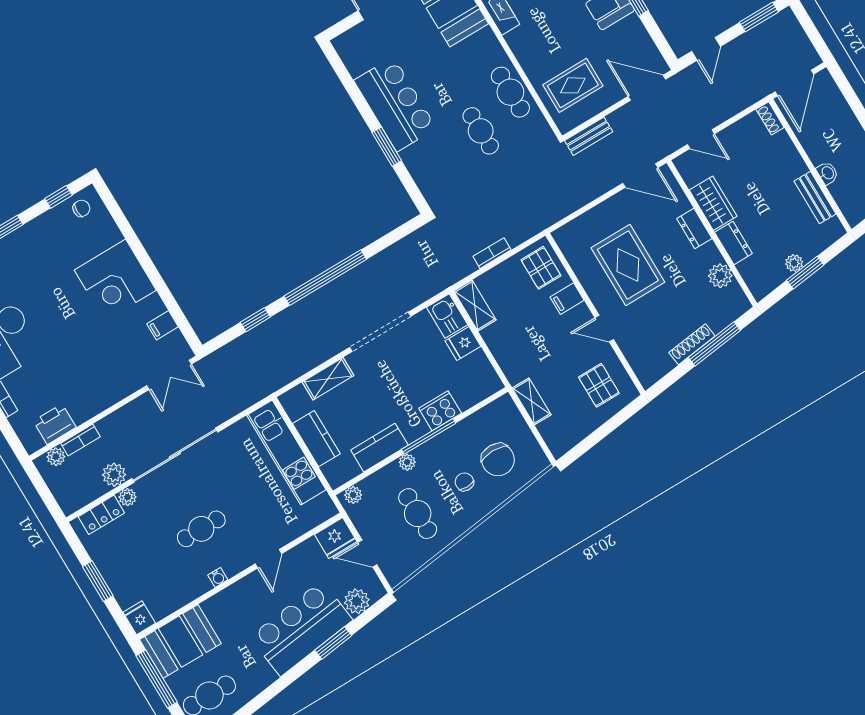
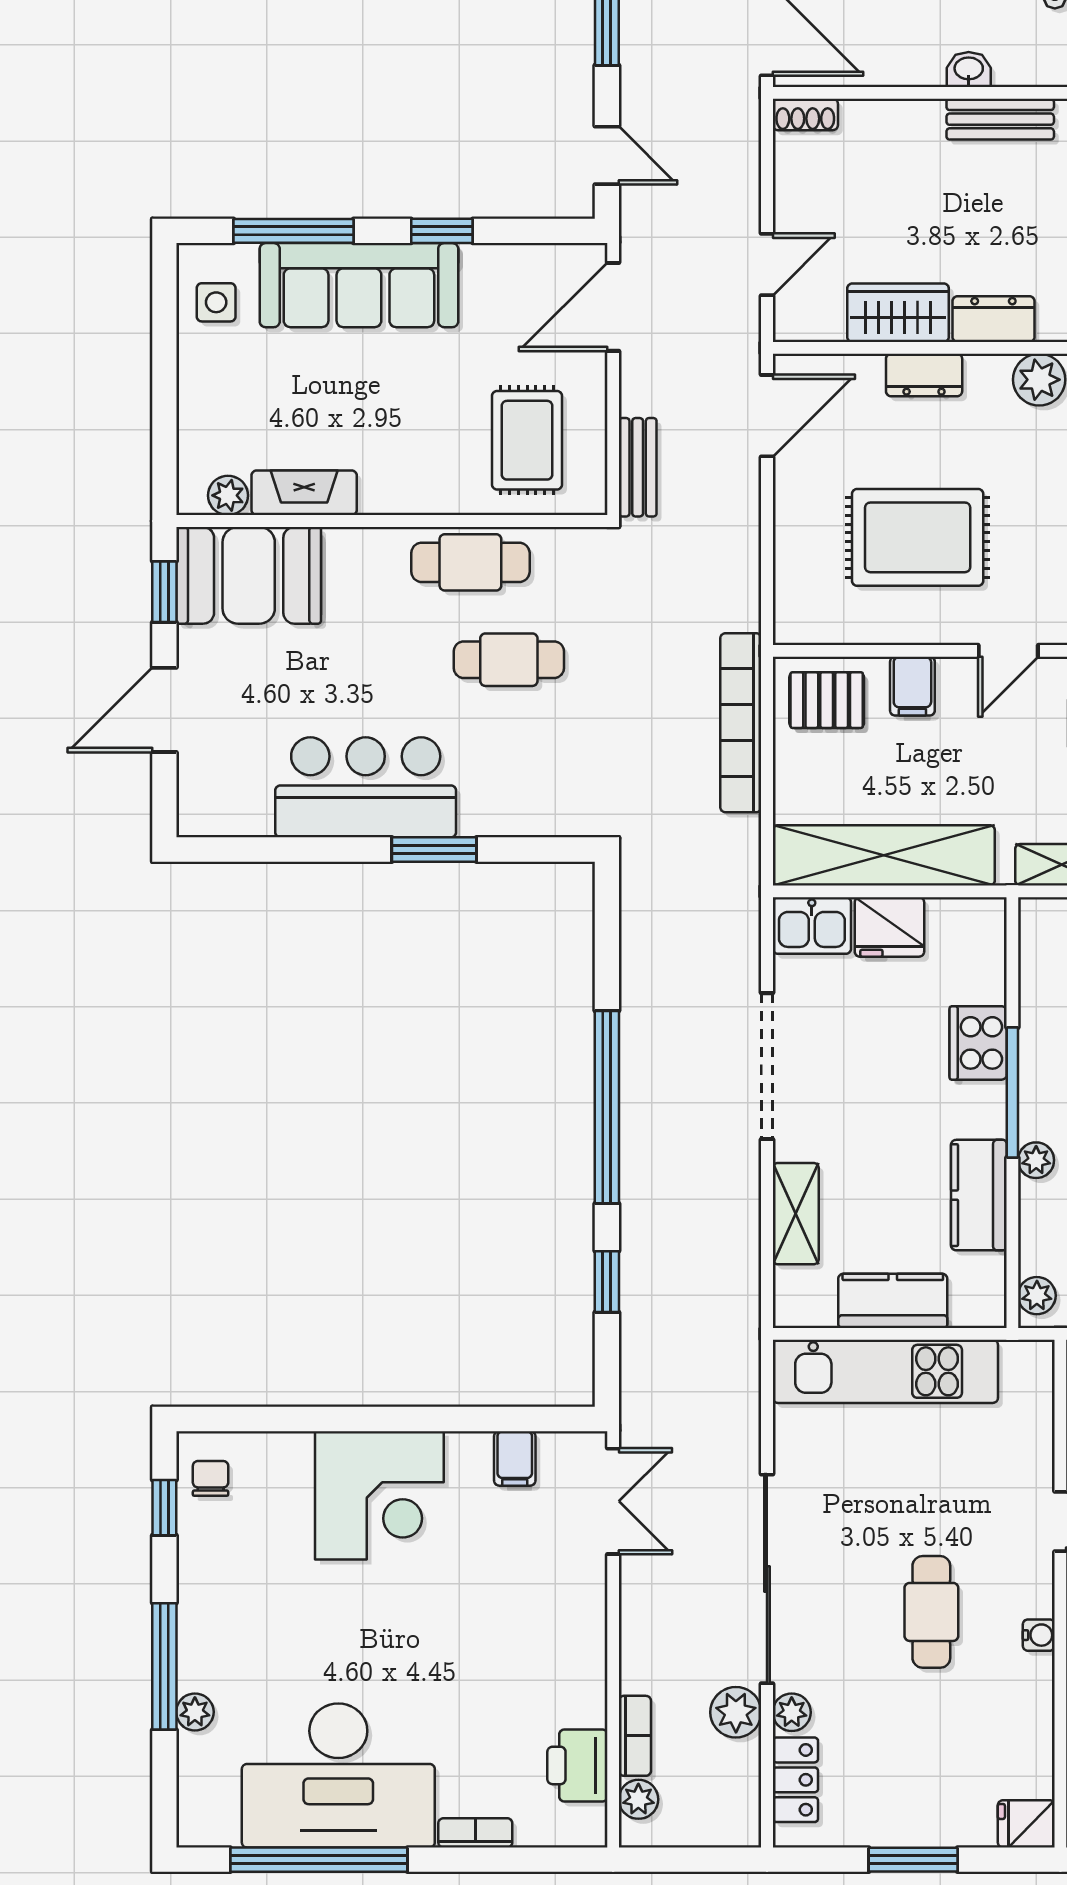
bookcase: (492, 253) -> (741, 723), width x2.31, depth x1.31
shelving: (475, 306) -> (884, 855), width x2.20, depth x1.33
fridge: (463, 344) -> (889, 927), width x1.38

